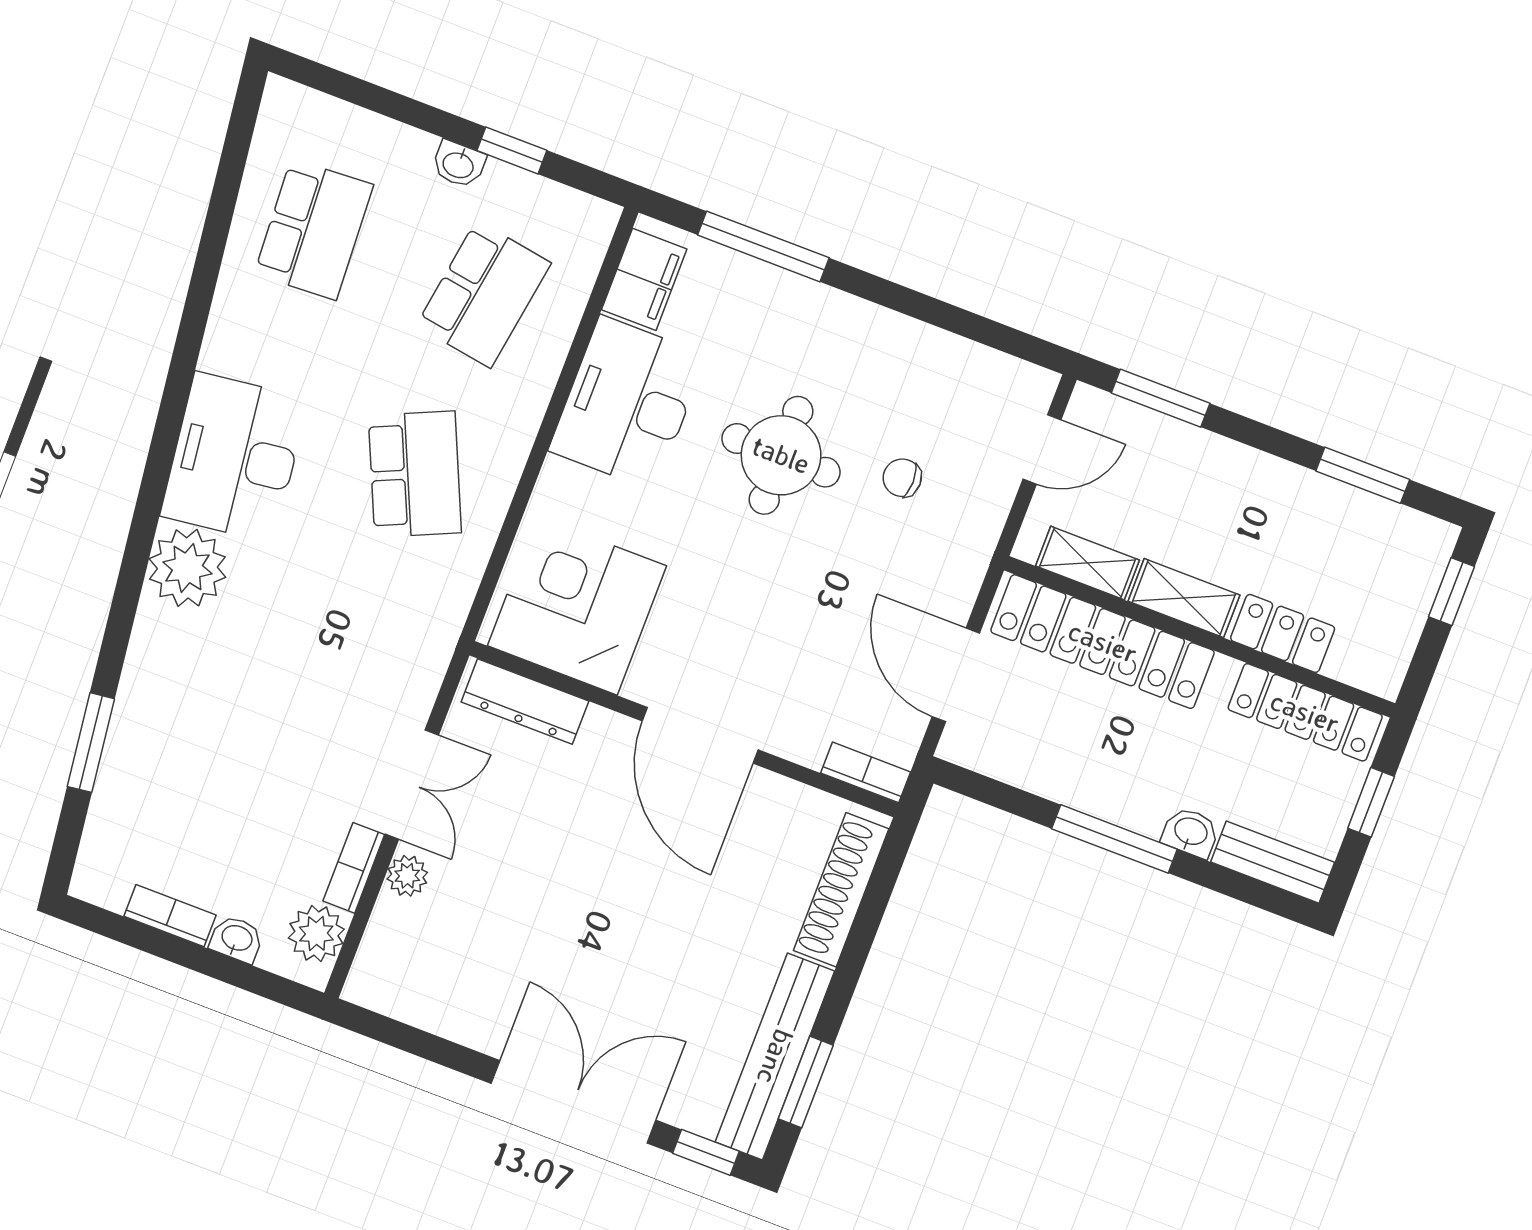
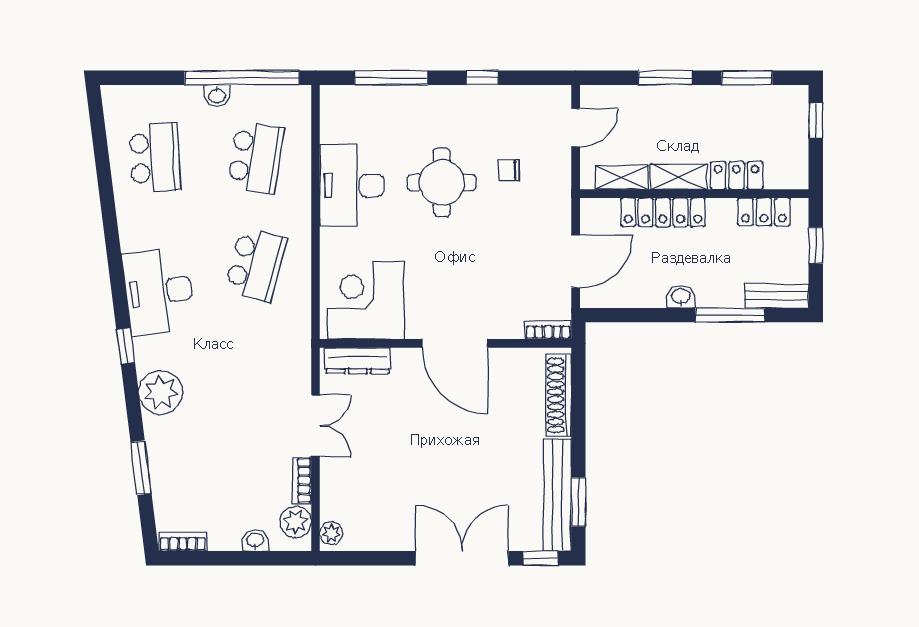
window: (512, 150) -> (242, 78), width x3.17
filing cabinet: (644, 279) -> (336, 118), removed
window: (917, 305) -> (482, 78), added
window: (1161, 398) -> (665, 78), moved
school desk: (415, 474) -> (256, 265), turned 39
window: (143, 528) -> (126, 346), added
plant: (187, 568) -> (161, 392), moved
locker: (1103, 642) -> (663, 212), width x0.71, depth x0.83
door: (956, 675) -> (576, 262), swing flipped
locker: (1305, 712) -> (764, 212), width x0.66
washbasin: (1190, 832) -> (681, 297), moved
window: (1114, 839) -> (730, 315), moved
plant: (407, 876) -> (331, 533), moved
bookcase: (170, 916) -> (183, 542), moved

